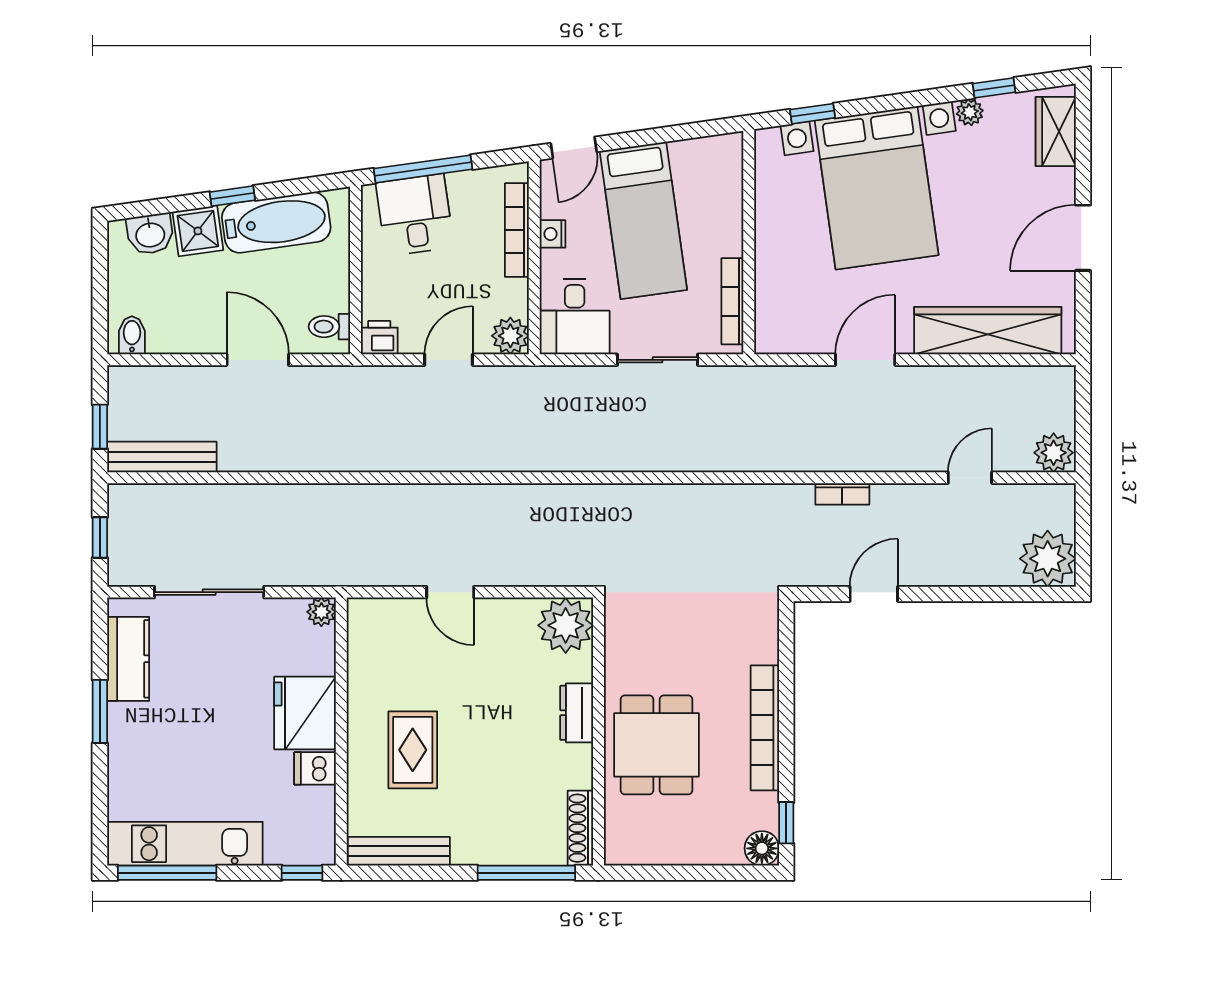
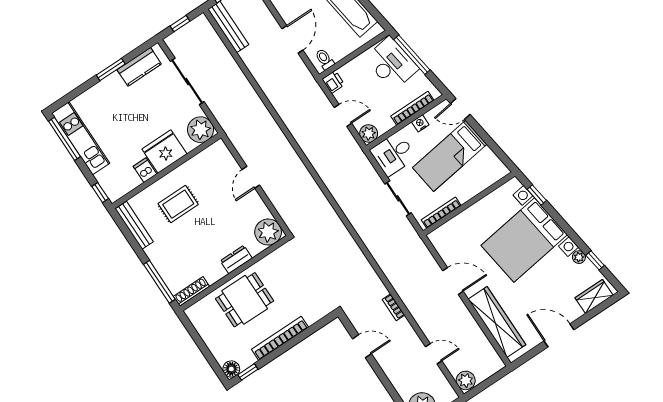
desk: (415, 215) -> (391, 64), width x1.37
plant: (321, 612) -> (201, 130), width x1.87, depth x1.87

